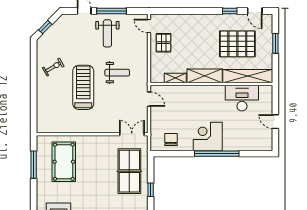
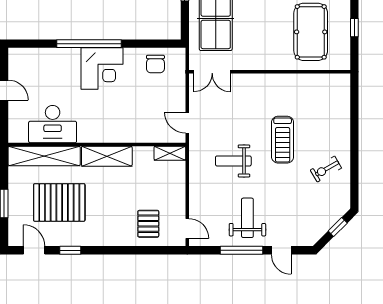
pallet: (163, 43) -> (148, 224), moved
shelving: (175, 78) -> (170, 153), moved
treadmill: (83, 87) -> (283, 140), width x0.73, depth x0.73
window: (34, 165) -> (354, 28), width x0.46

